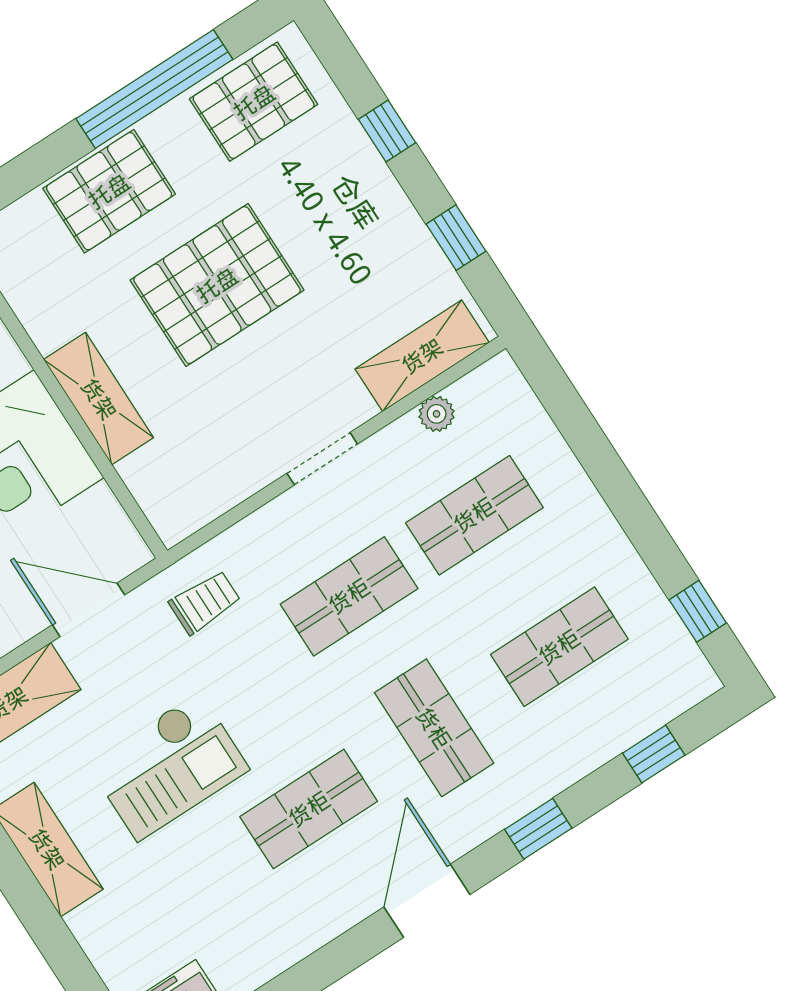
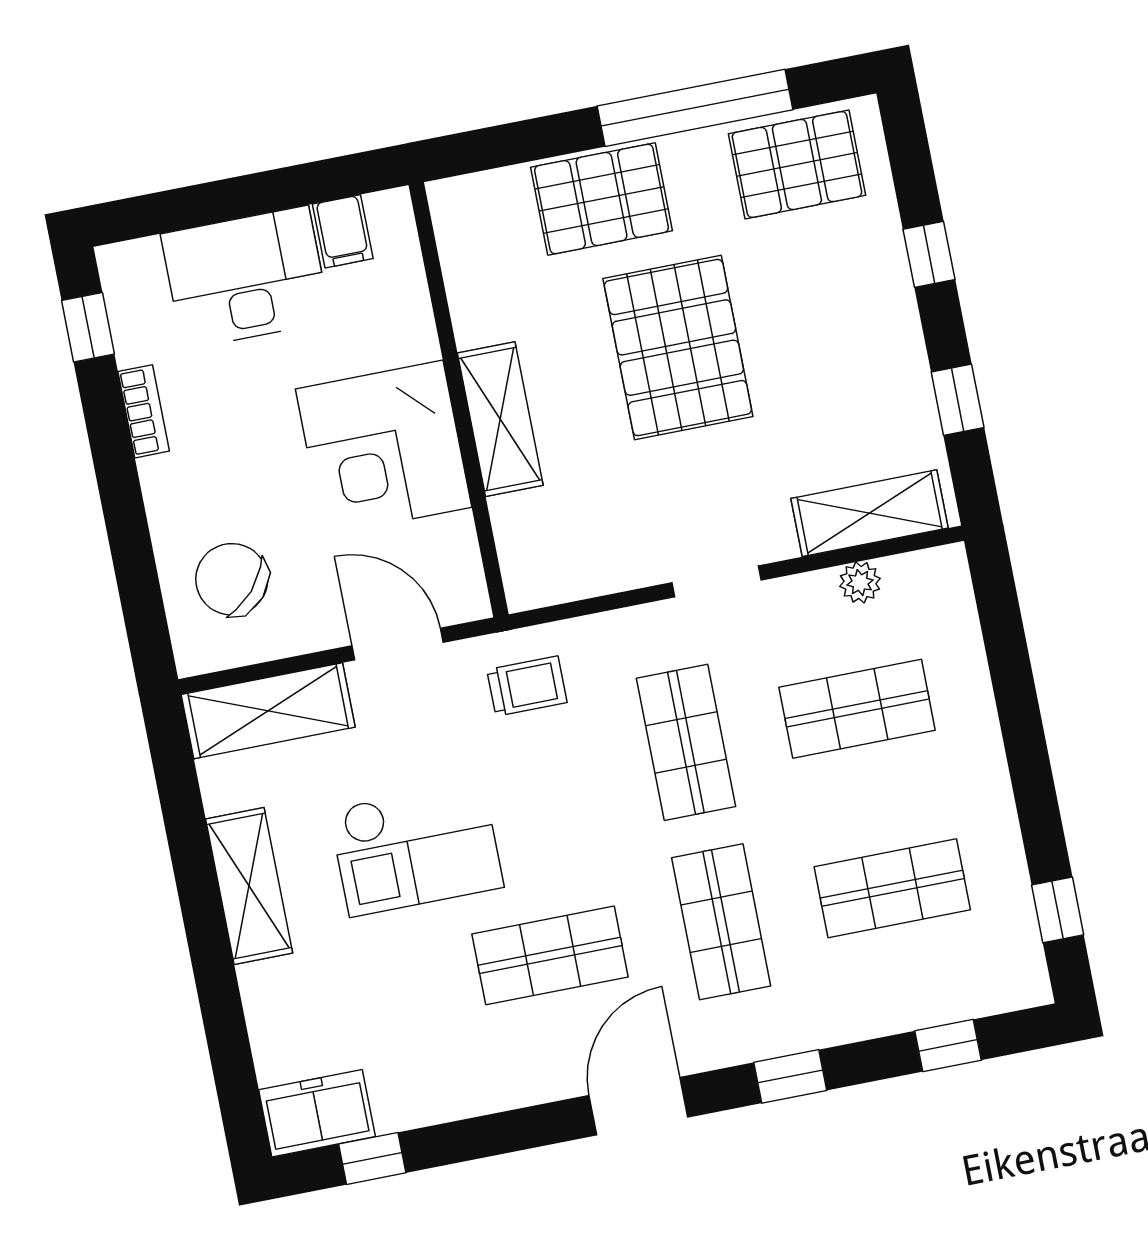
pallet: (217, 285) -> (678, 348), turned 90
shop shelf: (349, 596) -> (686, 742), turned 90

